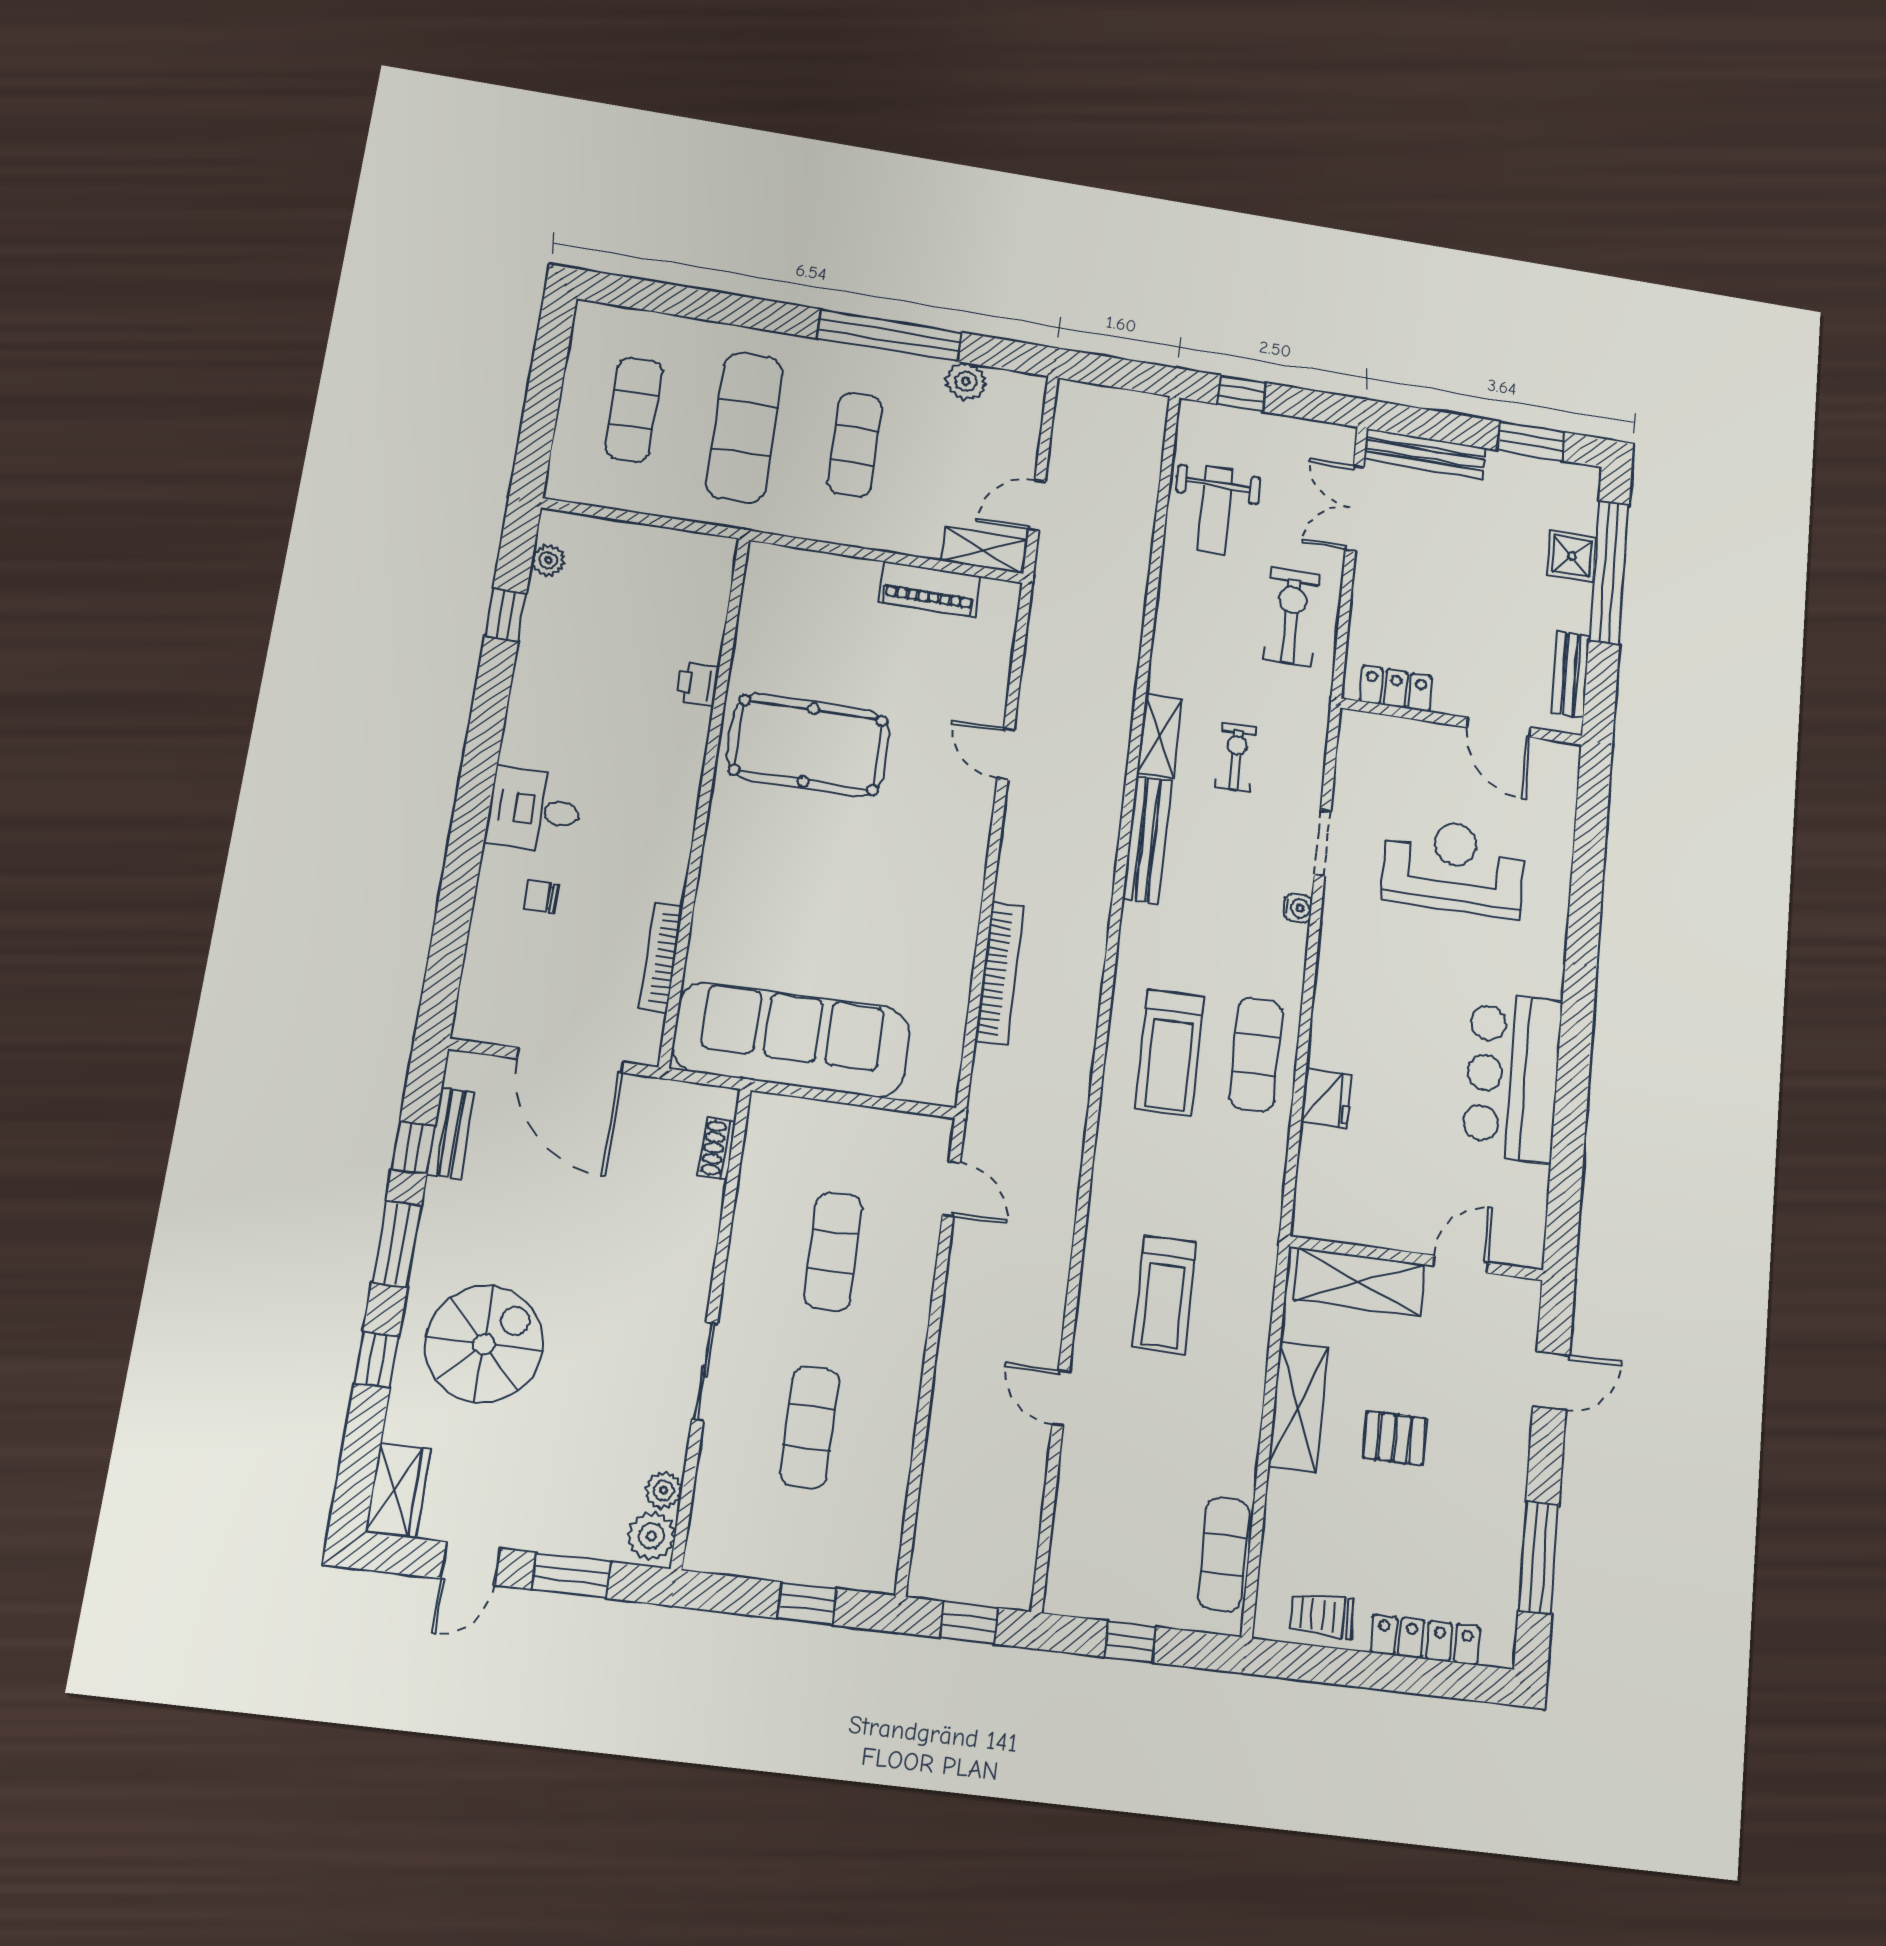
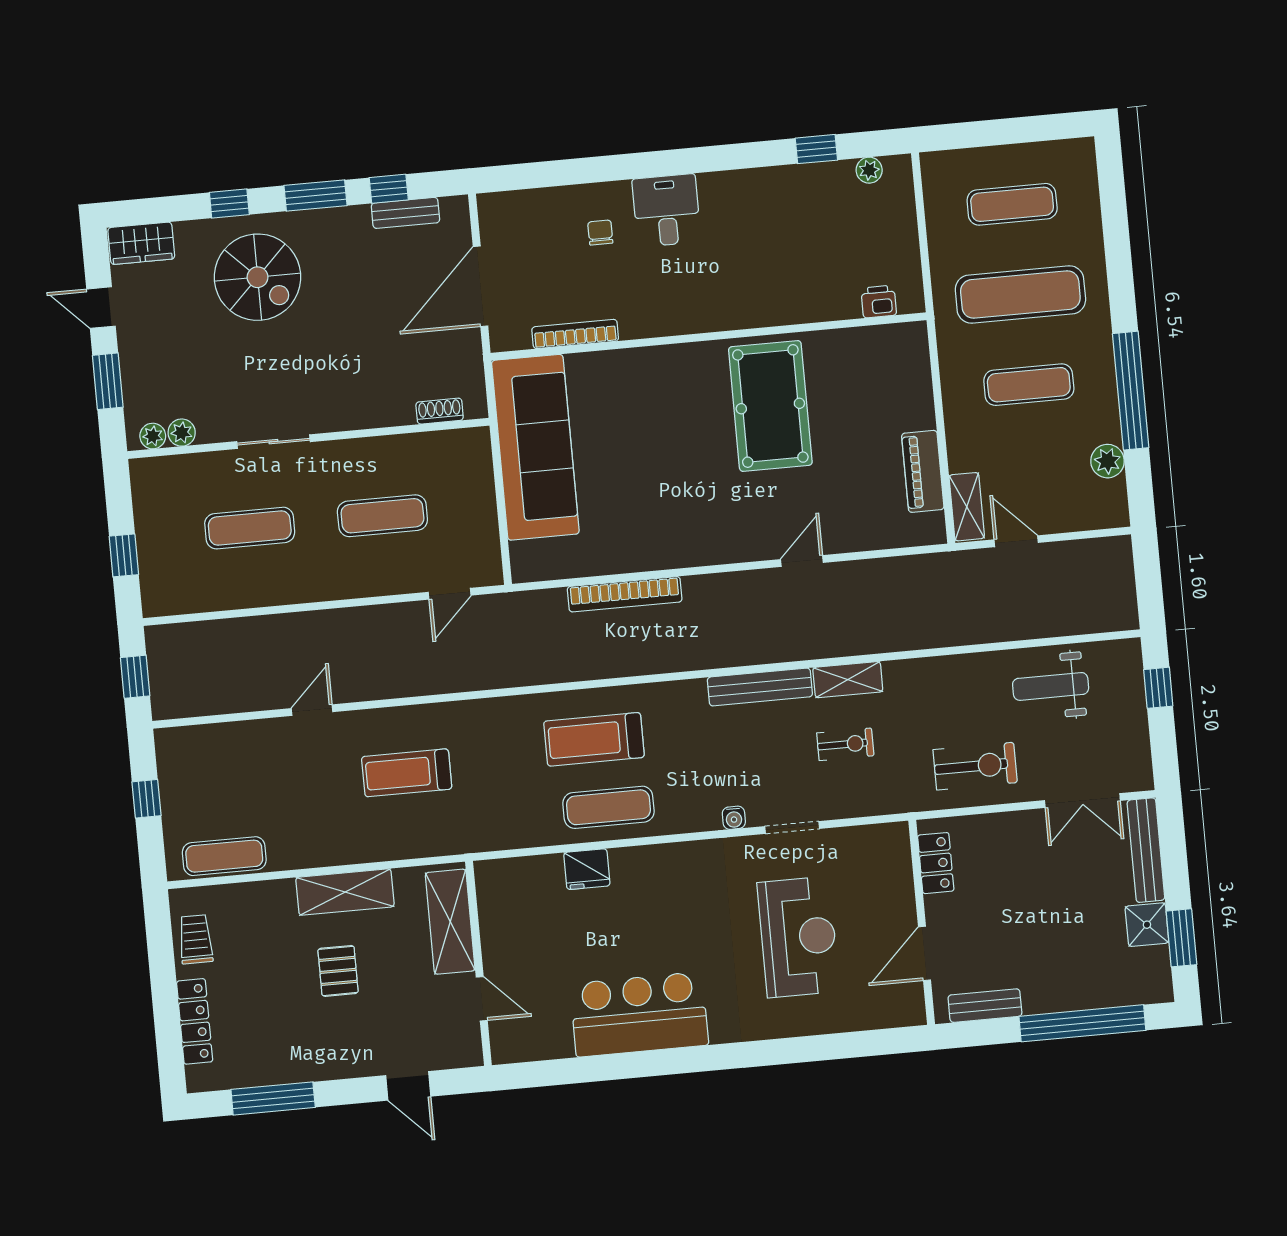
double door: (1355, 508) -> (1082, 801), swing flipped
shower: (1572, 556) -> (1147, 925), moved
printer: (698, 684) -> (879, 302), moved
plant: (651, 1536) -> (153, 436), width x0.73, depth x0.73

